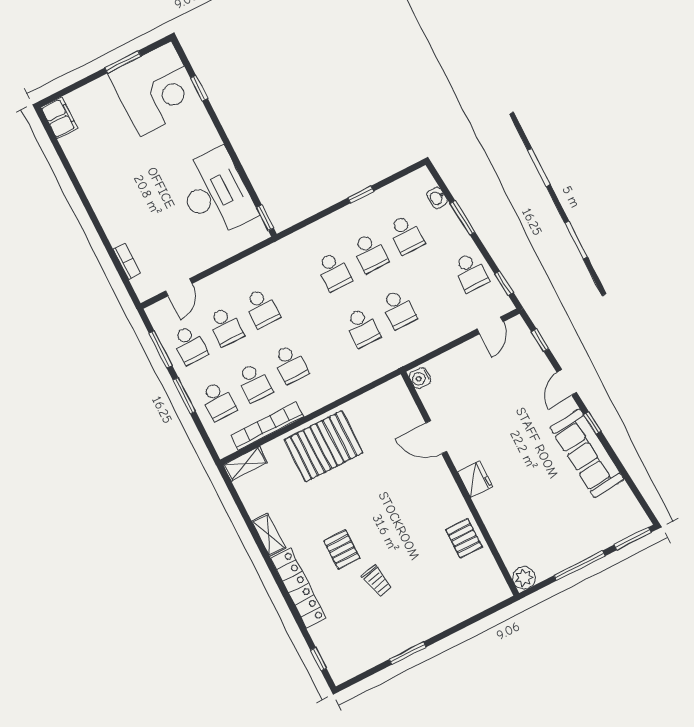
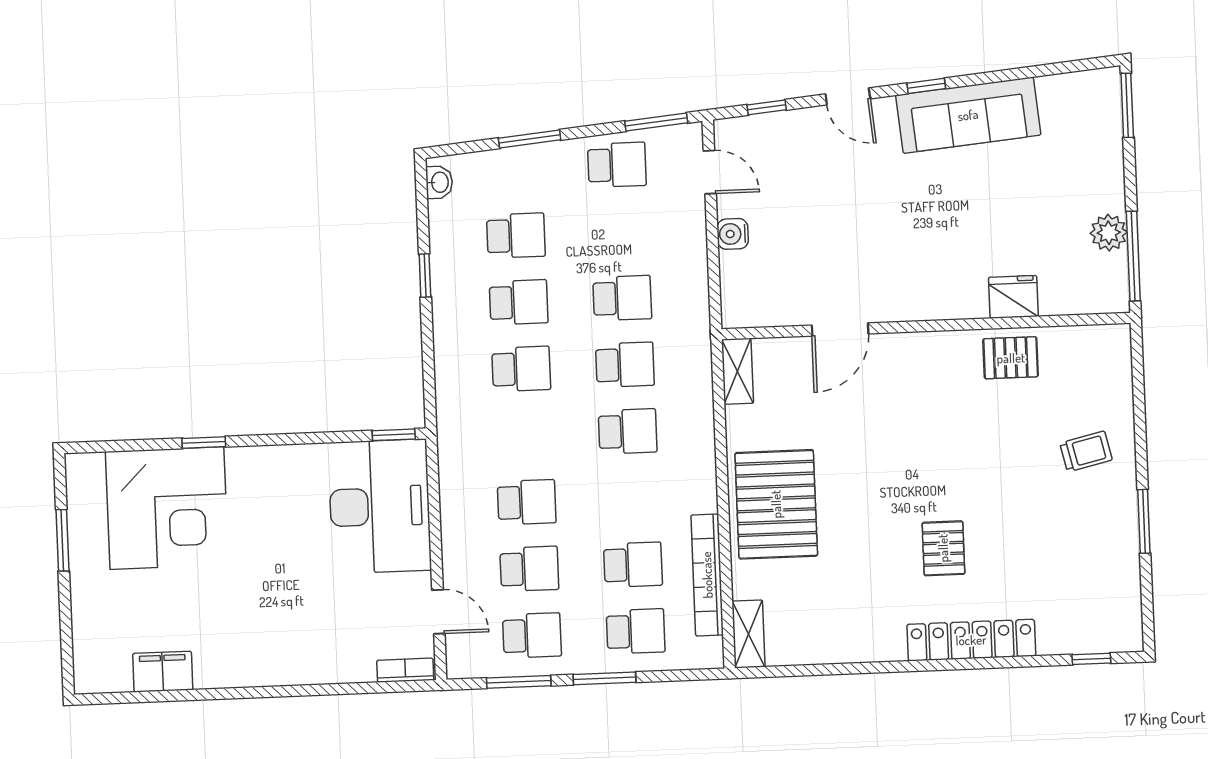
window: (199, 88) -> (204, 442), moved
corner desk: (156, 89) -> (167, 508), moved, turned 90
filing cabinet: (59, 118) -> (163, 672), moved
desk: (215, 193) -> (380, 506), moved, turned 90
washbasin: (437, 198) -> (439, 182), moved, turned -85
bookcase: (127, 261) -> (405, 670), moved
window: (504, 283) -> (656, 122), width x1.50
school desk: (290, 364) -> (628, 431), moved
water cooler: (420, 378) -> (733, 234), moved, turned 90
fridge: (475, 479) -> (1013, 297), moved
shelving: (268, 535) -> (738, 371), moved, turned 90
pallet: (342, 550) -> (943, 548), turned 90
window: (579, 566) -> (1133, 256), moved
plant: (524, 578) -> (1109, 233), moved
trolley: (377, 581) -> (1086, 451), moved

